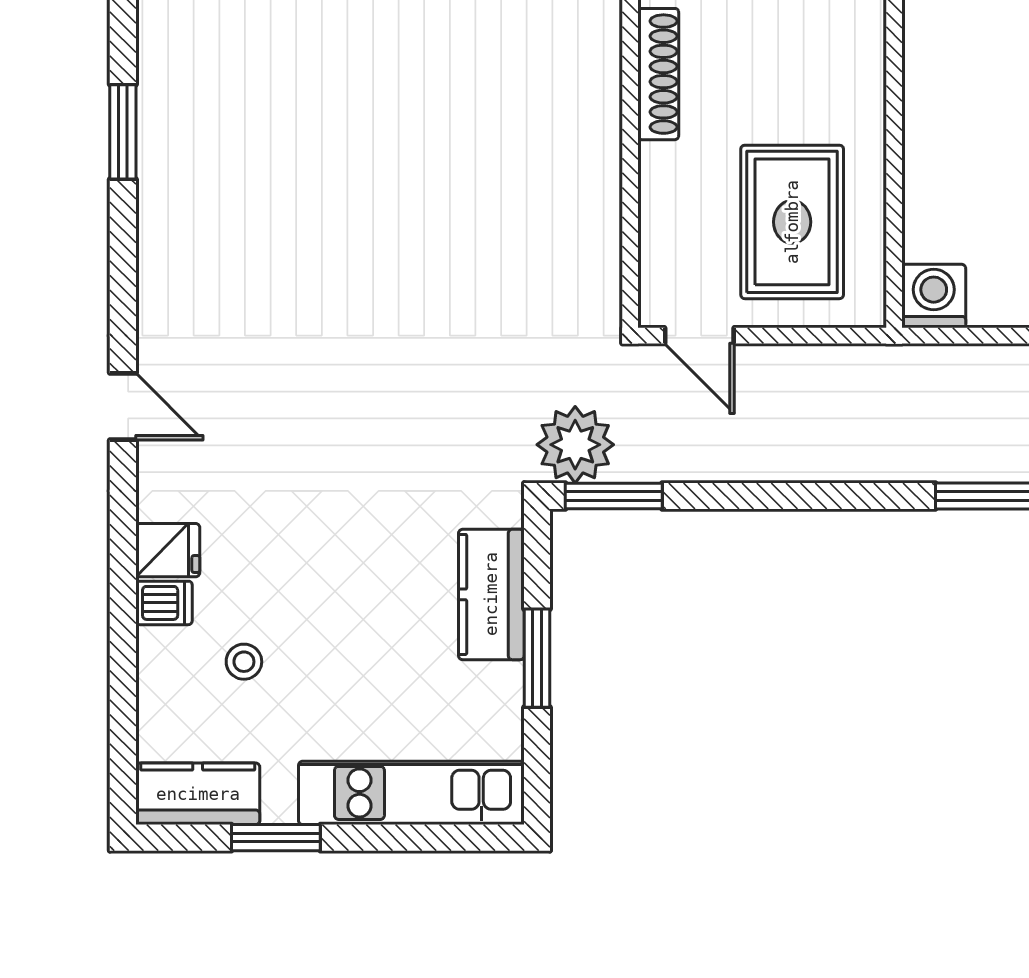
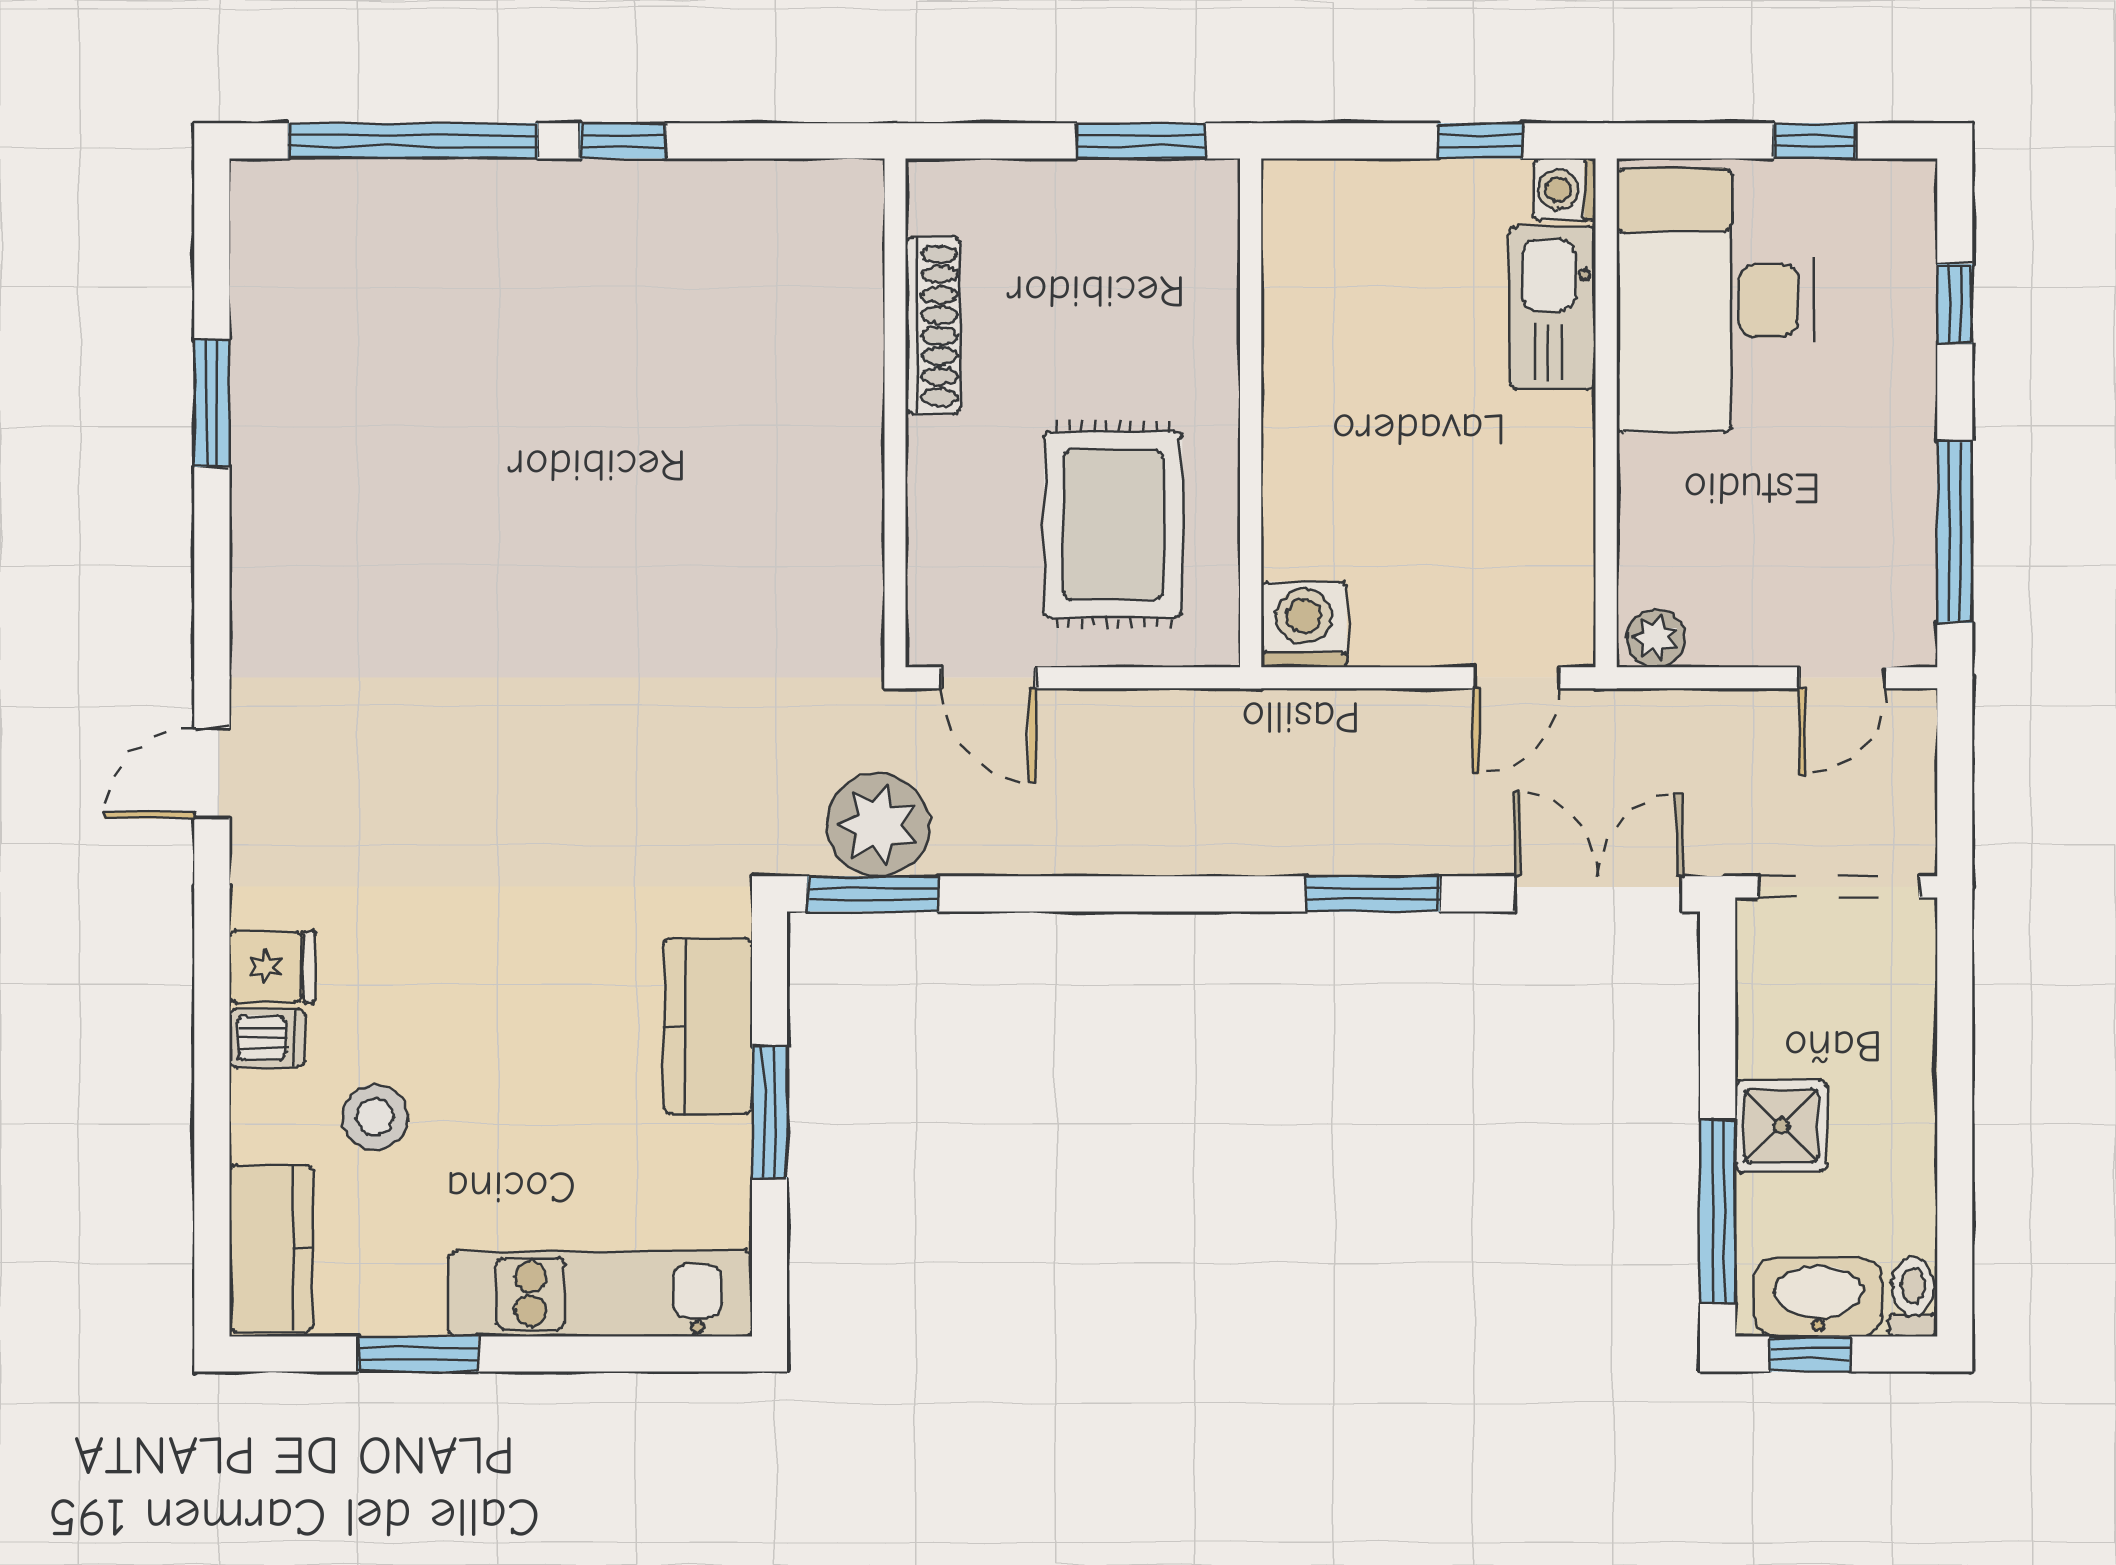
door: (123, 406) -> (212, 773), swing flipped
plant: (575, 445) -> (878, 825), moved
stool: (244, 662) -> (375, 1117), width x1.37, depth x1.37
kitchen counter: (198, 794) -> (271, 1248), moved, turned 90

